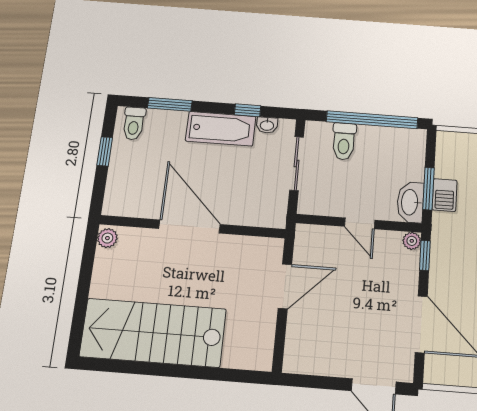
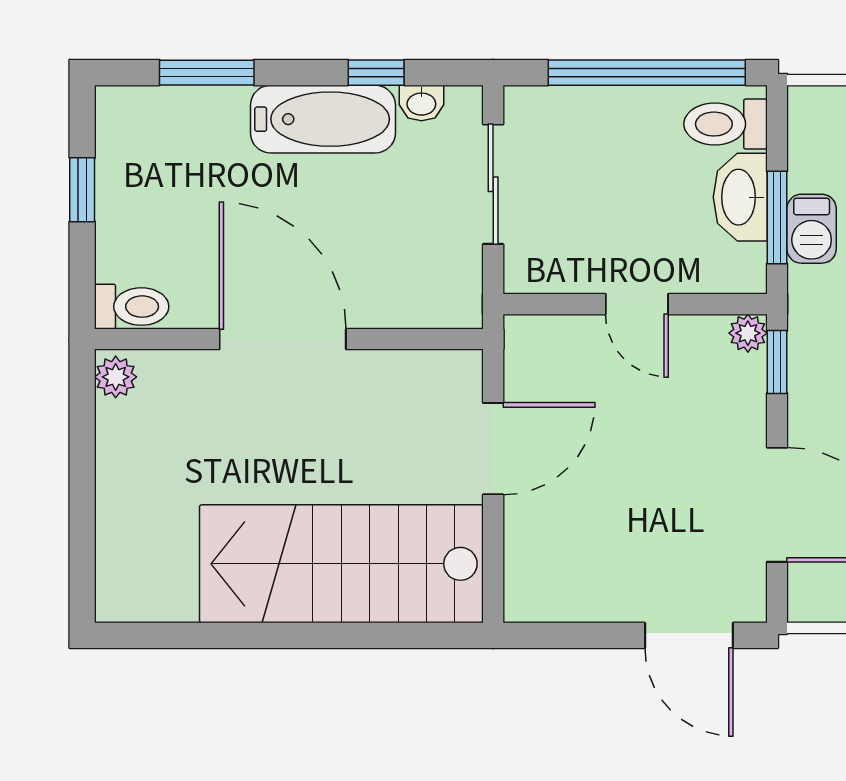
toilet: (134, 123) -> (132, 307), moved, turned -90
toilet: (344, 141) -> (726, 124), moved, turned 90
washbasin: (410, 202) -> (740, 197), moved
stairs: (153, 333) -> (341, 564), moved

